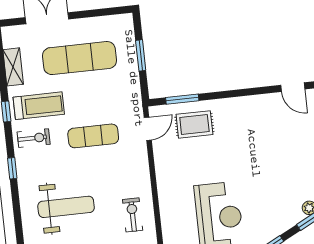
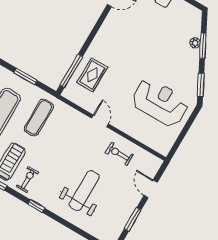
window: (182, 99) -> (71, 71), width x1.44
door: (148, 129) -> (100, 121), moved
exercise mat: (93, 136) -> (39, 117), moved

